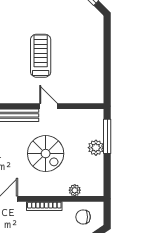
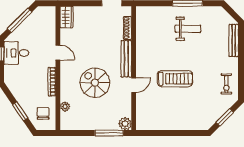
plant: (96, 148) -> (125, 124), moved
spiral stairs: (46, 154) -> (95, 83), turned 90

